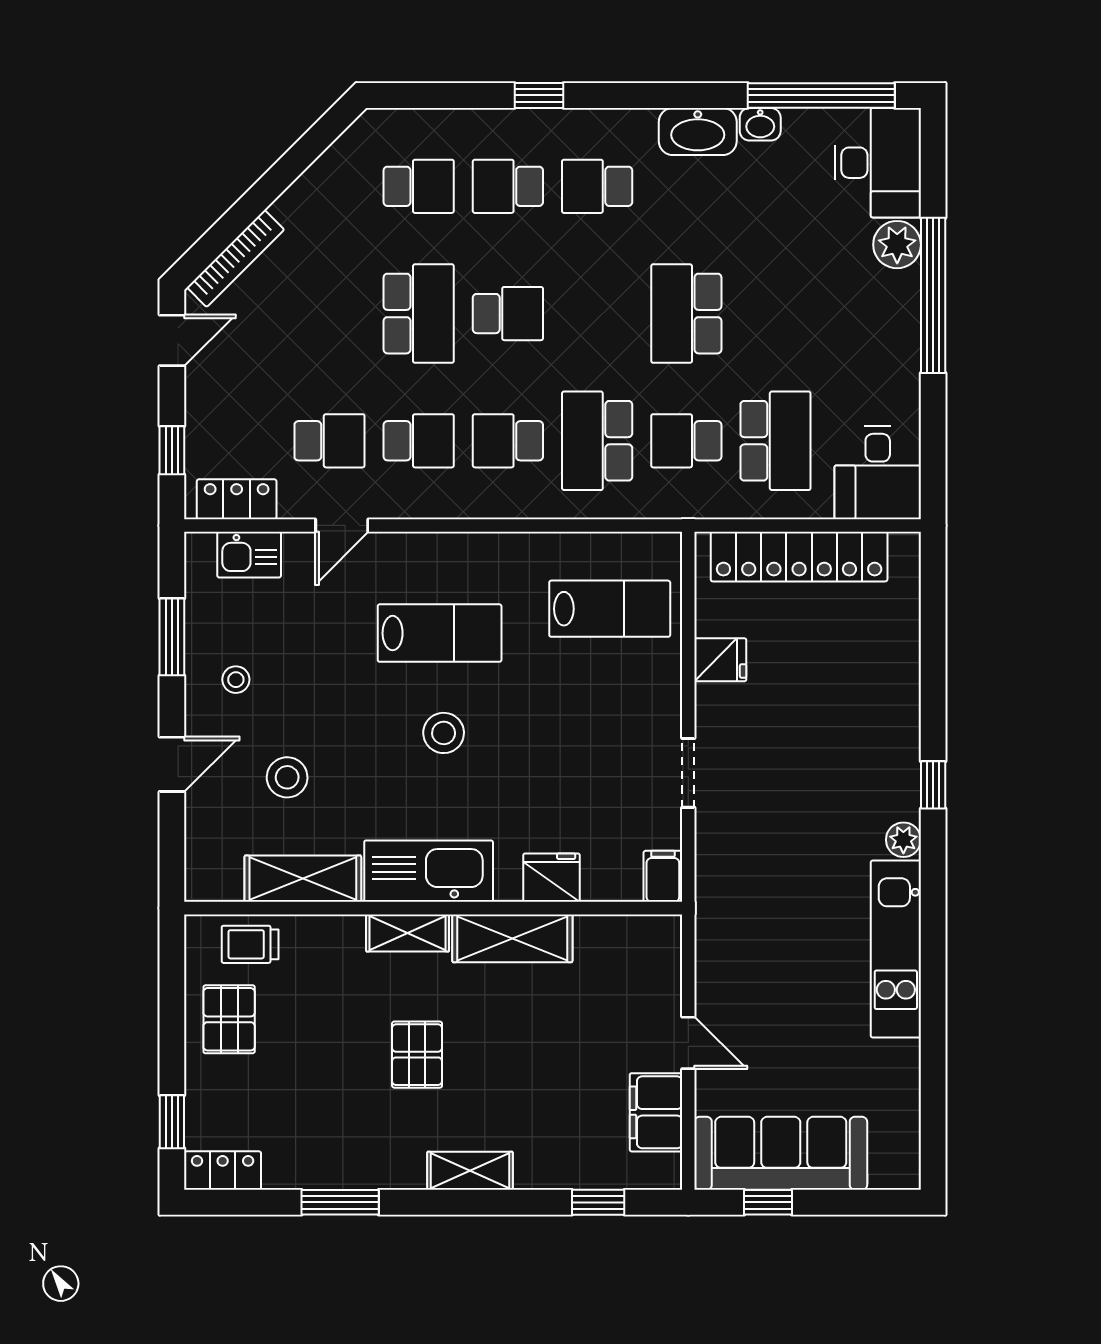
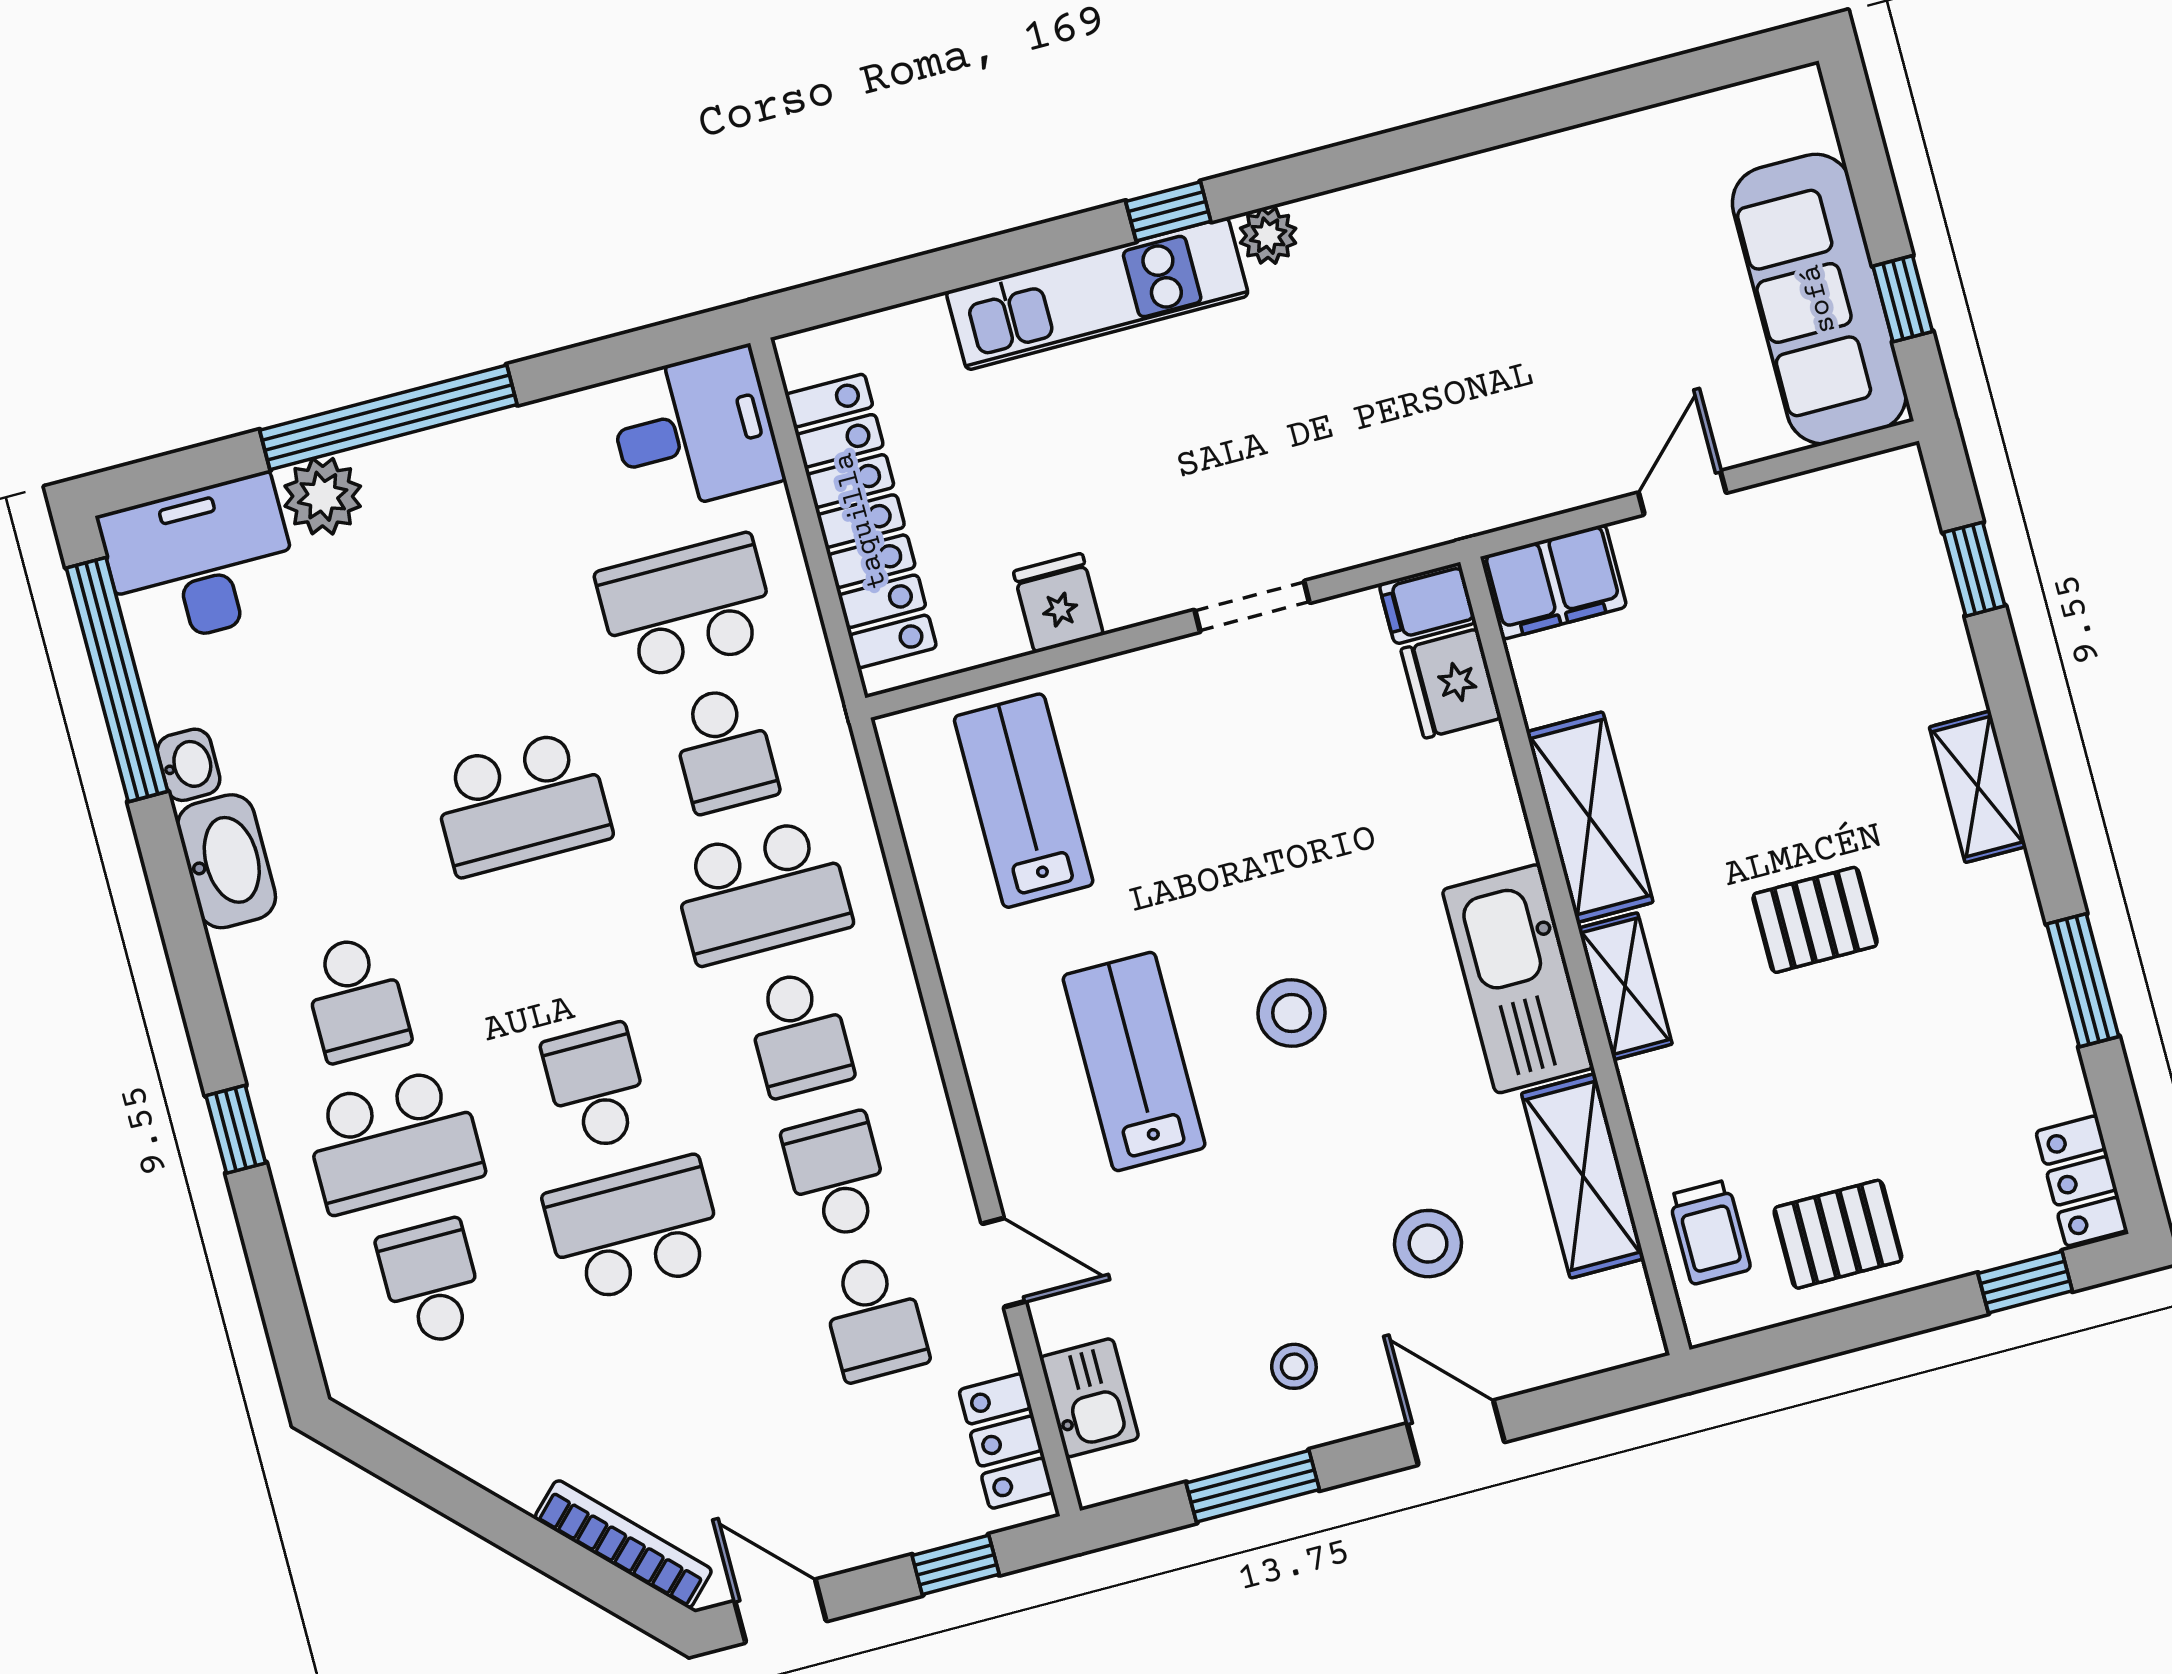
school desk: (508, 186) -> (394, 1141), width x1.85
school desk: (330, 441) -> (874, 1318), turned 180
fridge: (552, 878) -> (1451, 684), moved
kitchen unit: (896, 949) -> (1097, 294), moved
filing cabinet: (656, 1112) -> (1554, 582), moved

